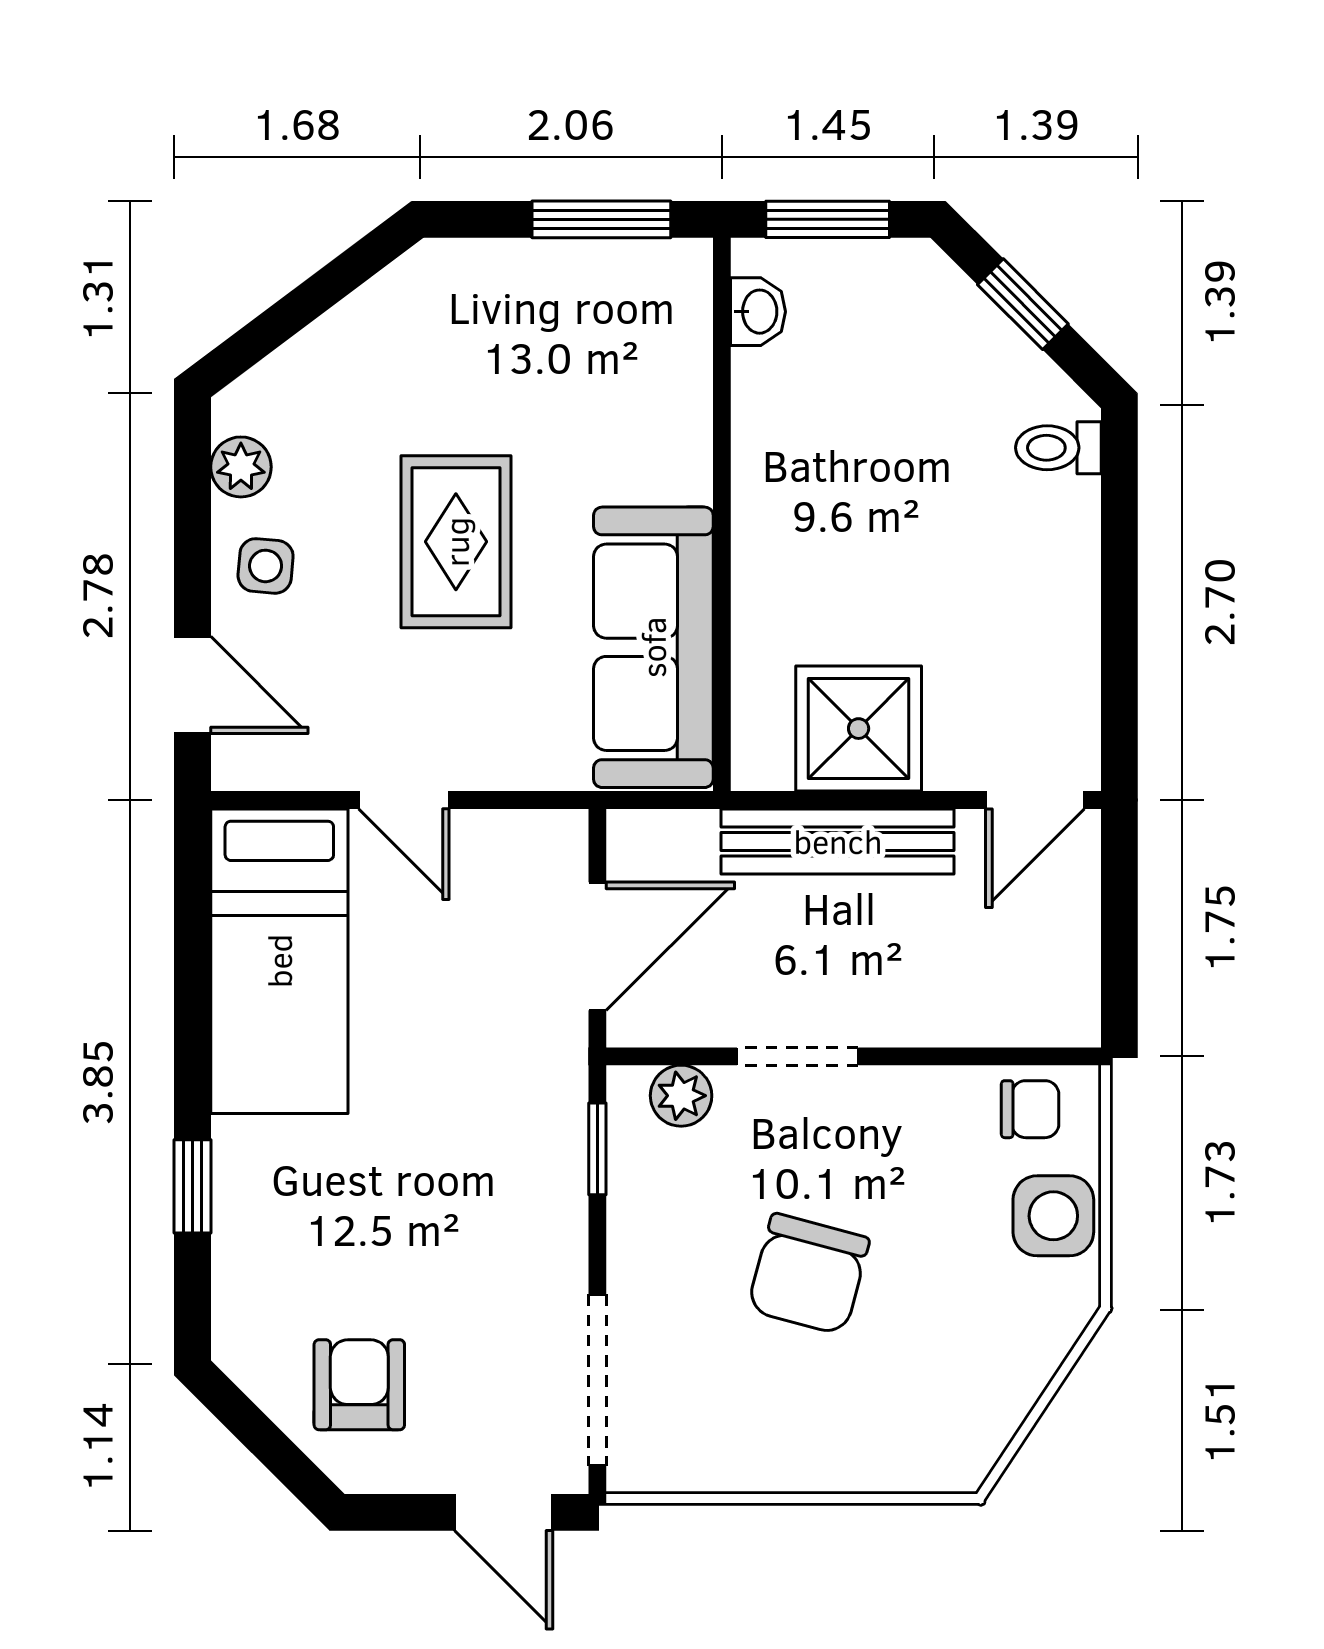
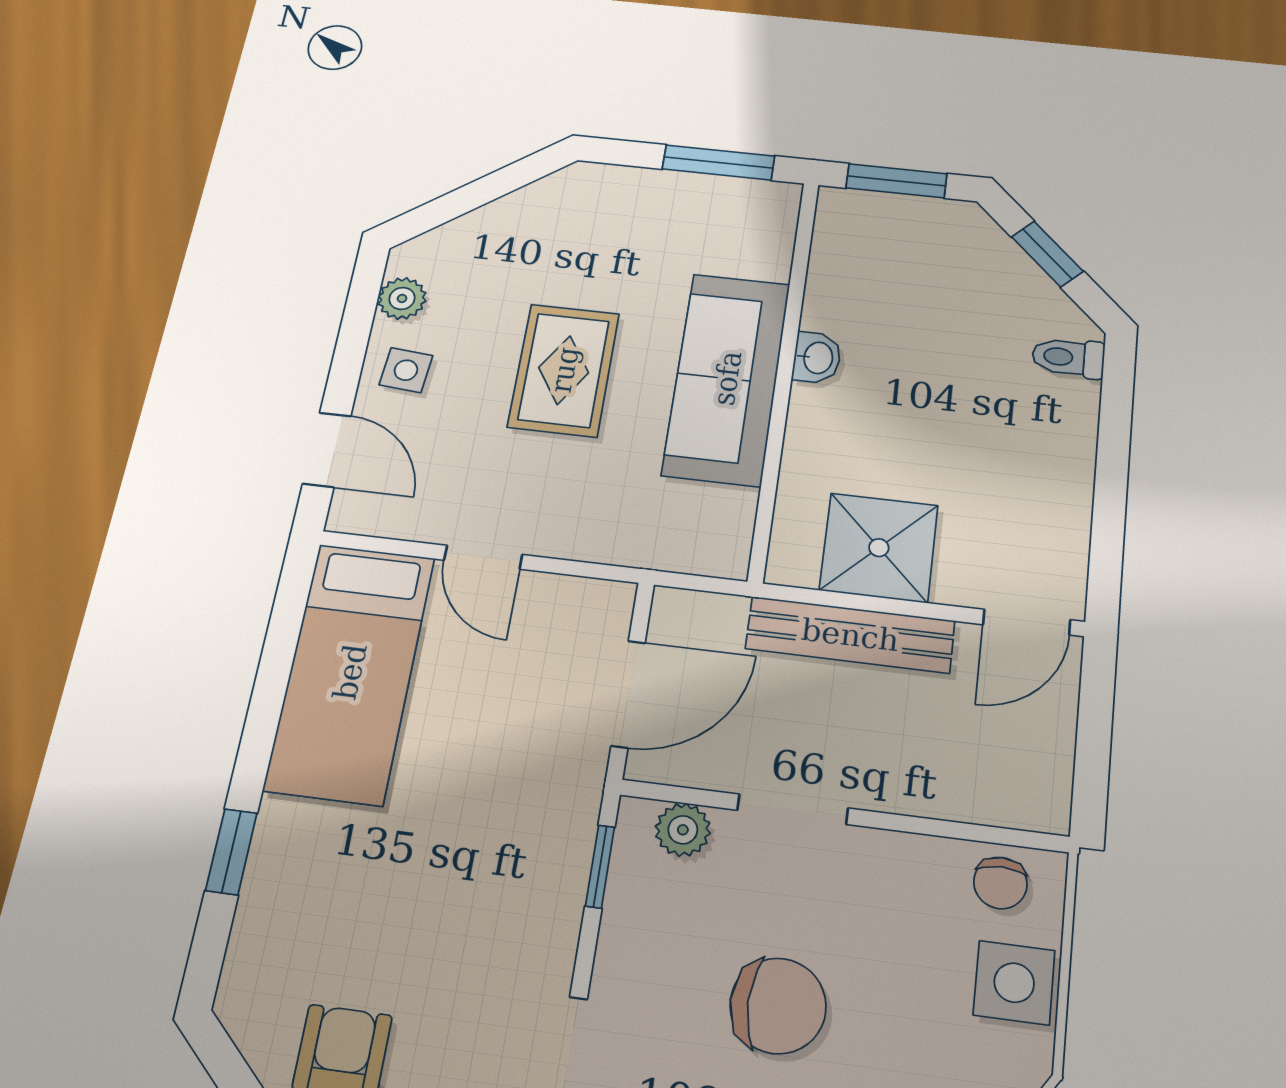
washbasin: (758, 312) -> (817, 358), moved
sofa: (653, 647) -> (727, 378), moved
chair: (1030, 1109) -> (1000, 883), turned 90
chair: (808, 1274) -> (778, 1006), turned -105

